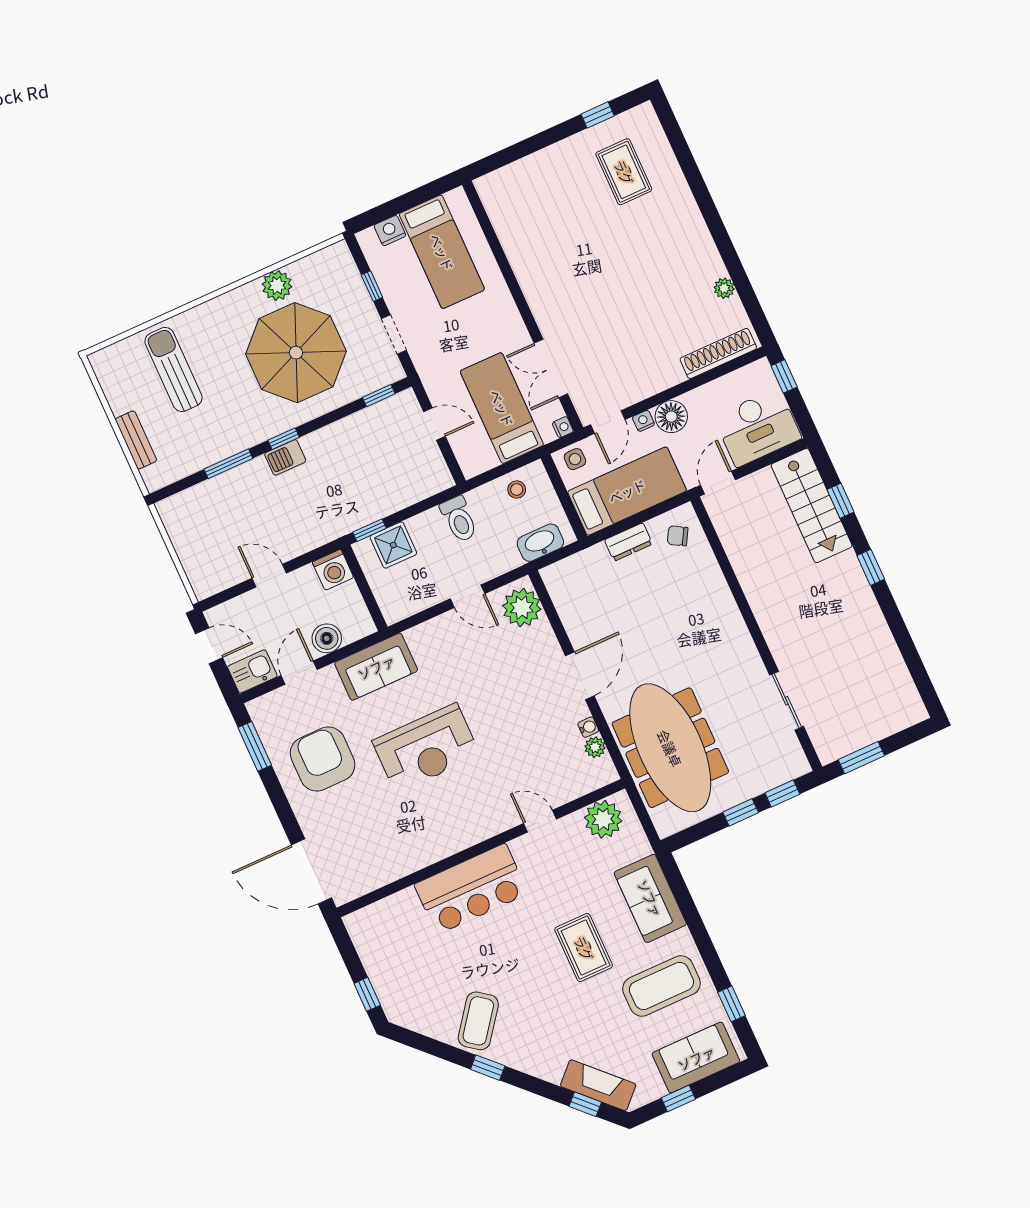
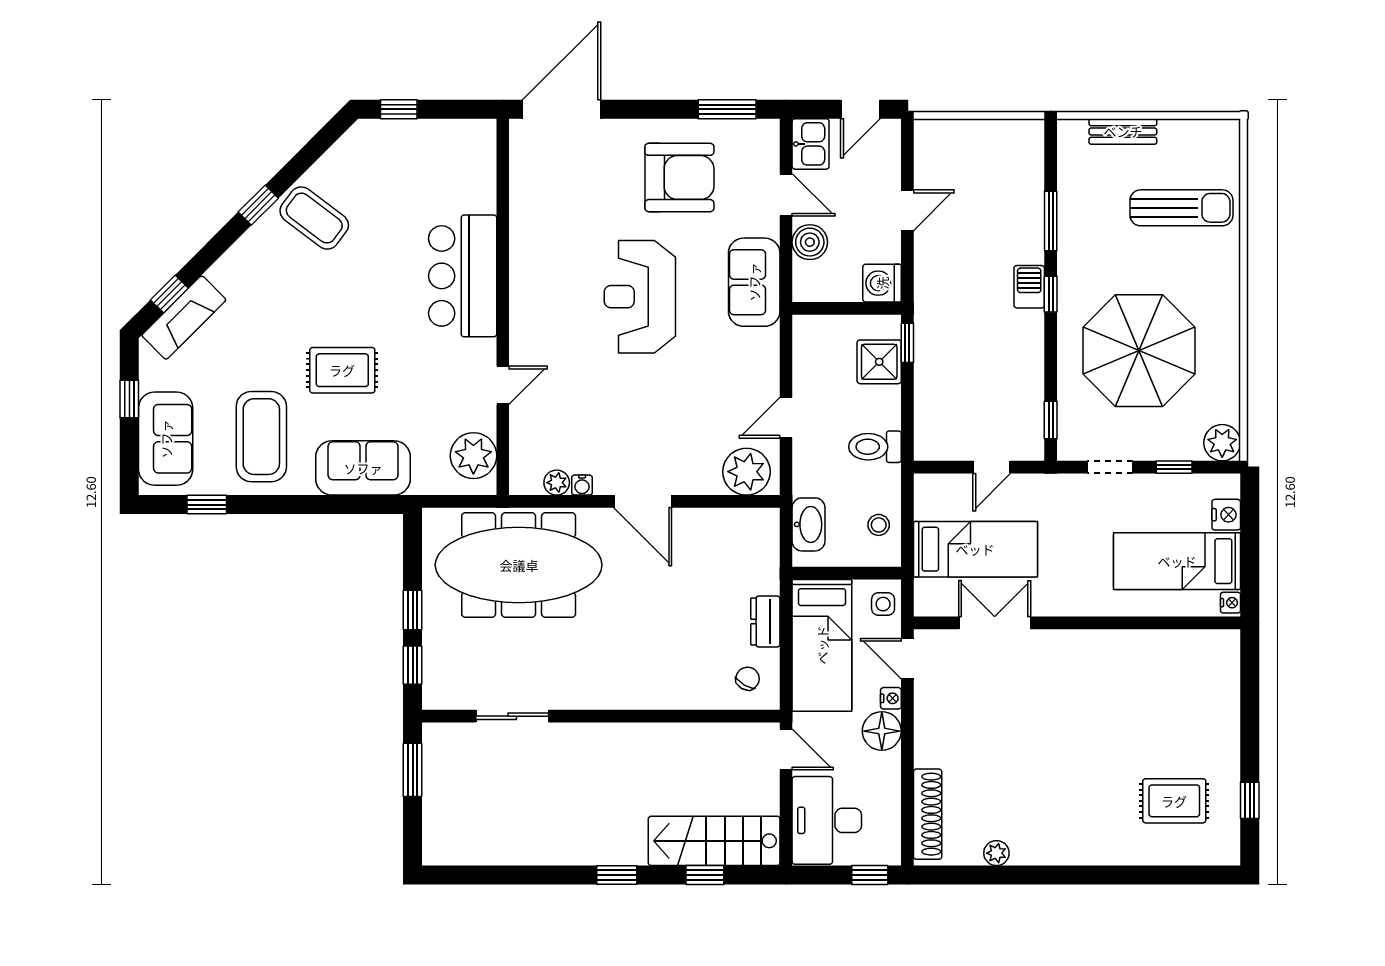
plant: (277, 285) -> (1222, 443), moved
nightstand: (563, 427) -> (1230, 603), moved, turned -90

